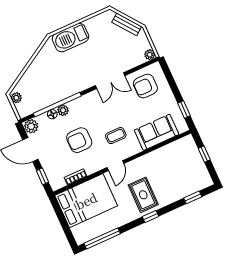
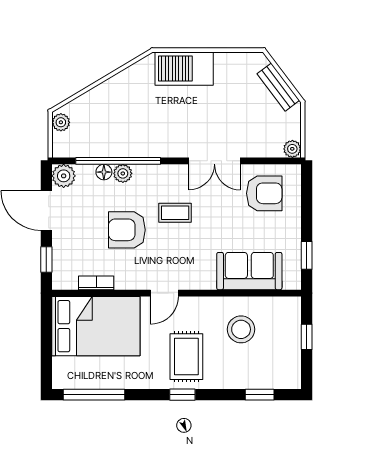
armchair: (145, 86) -> (264, 193), turned 180
coffee table: (116, 136) -> (175, 213), moved
stool: (166, 166) -> (241, 329), added

